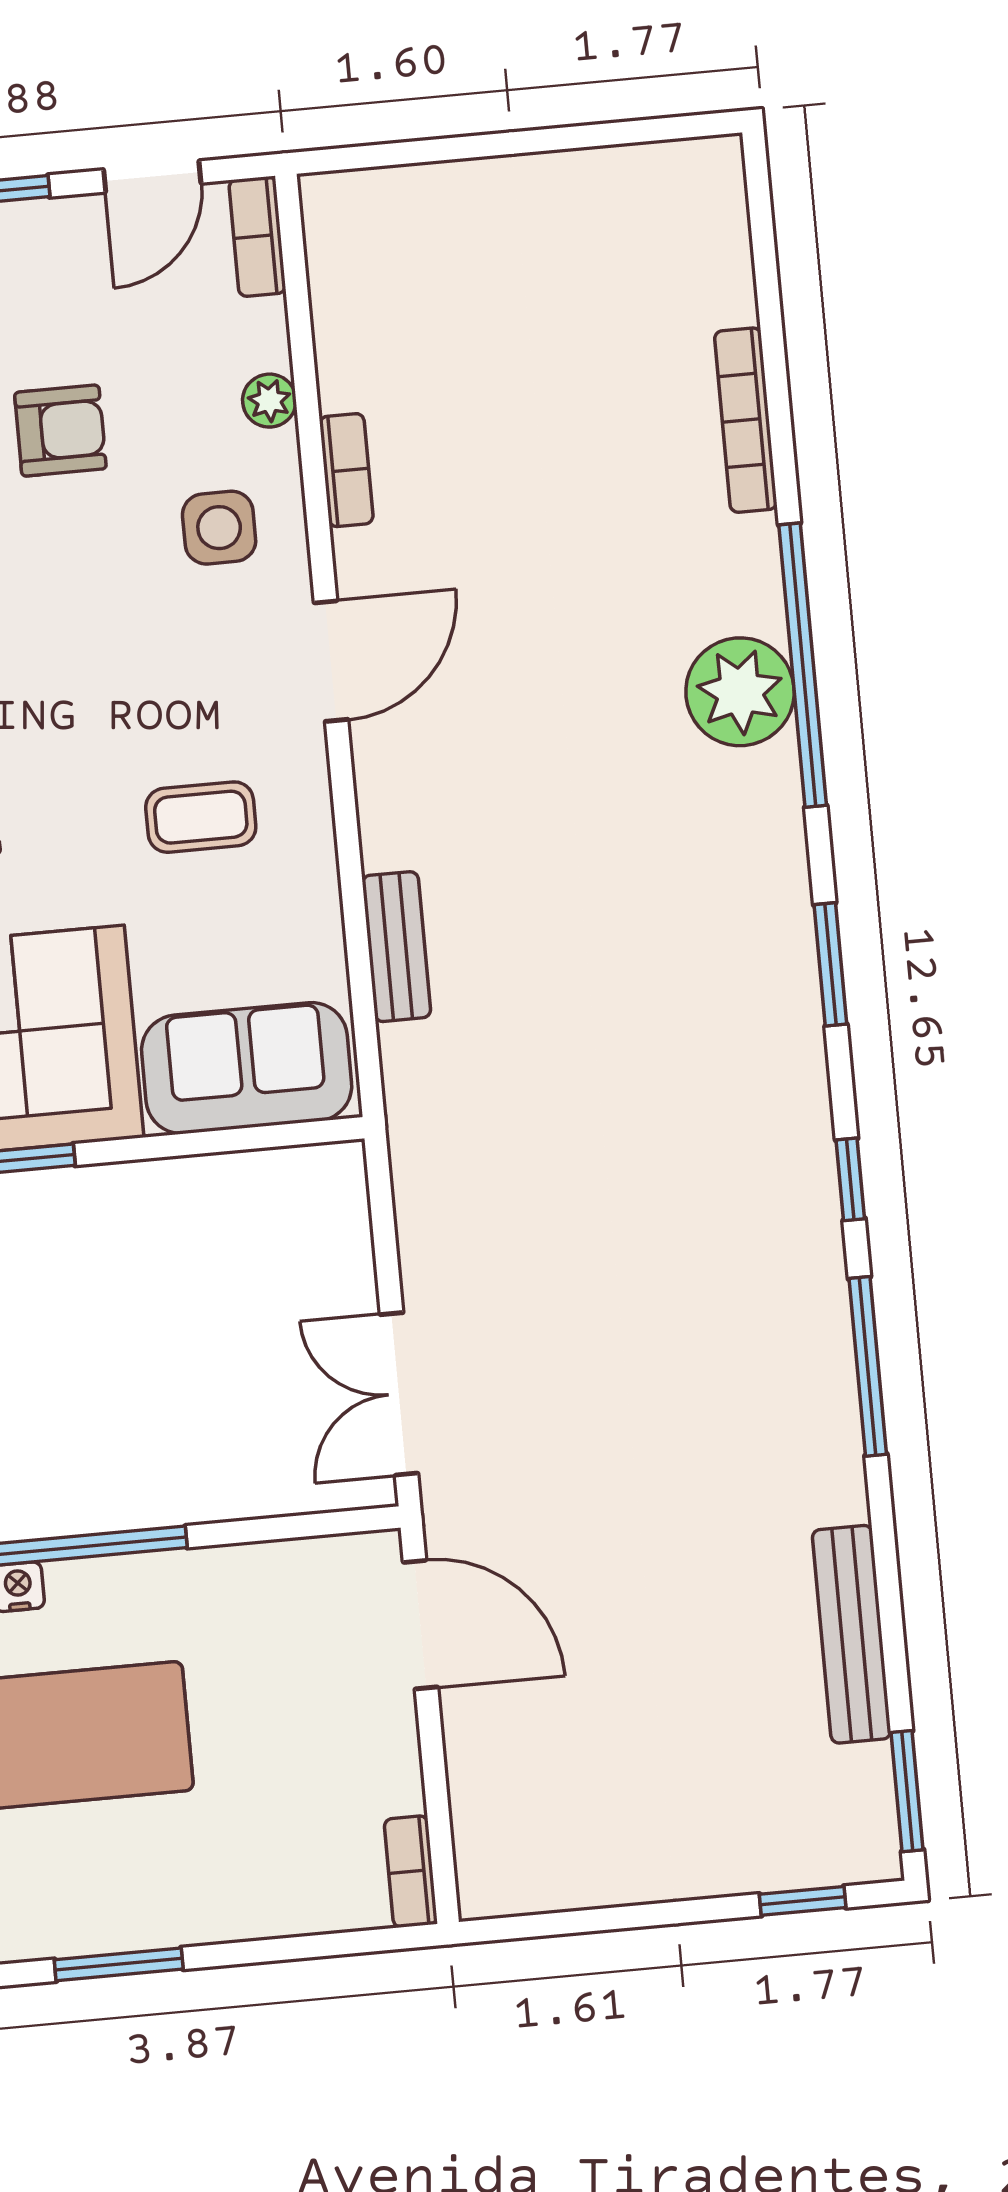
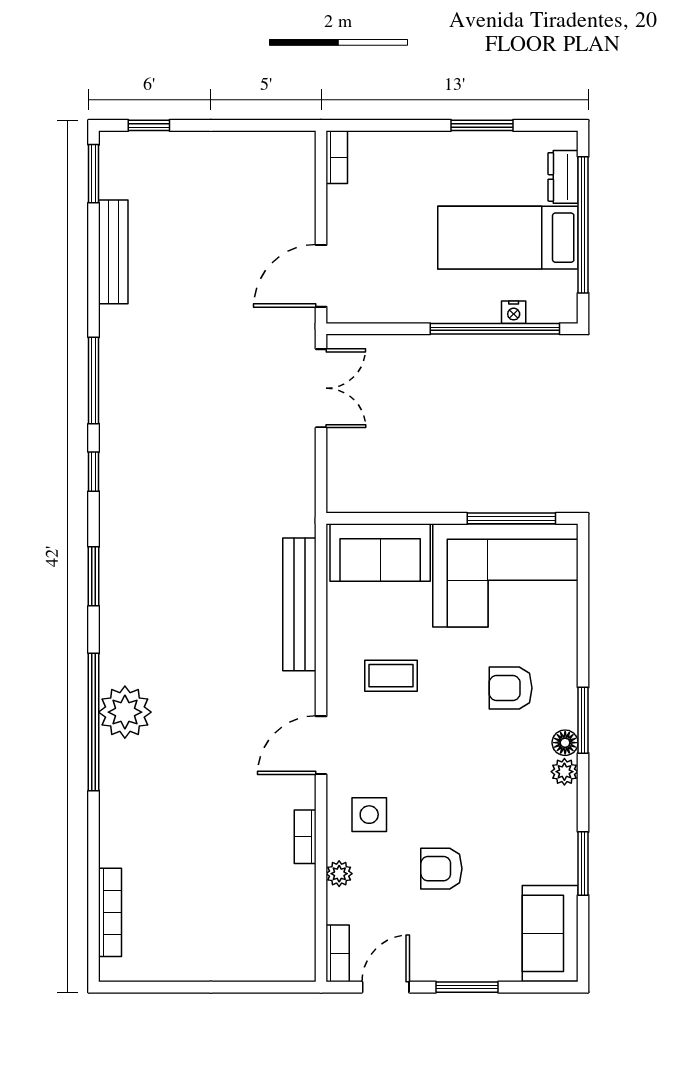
bookcase: (746, 420) -> (110, 912), moved
bench: (396, 947) -> (299, 604), width x1.86, depth x1.21
door: (420, 1625) -> (321, 276), hinge flipped

